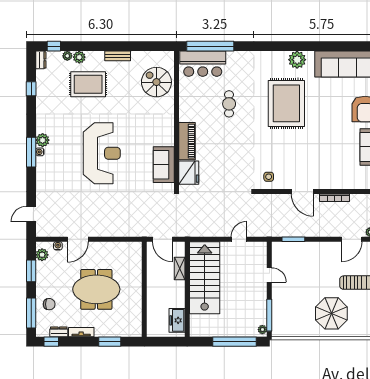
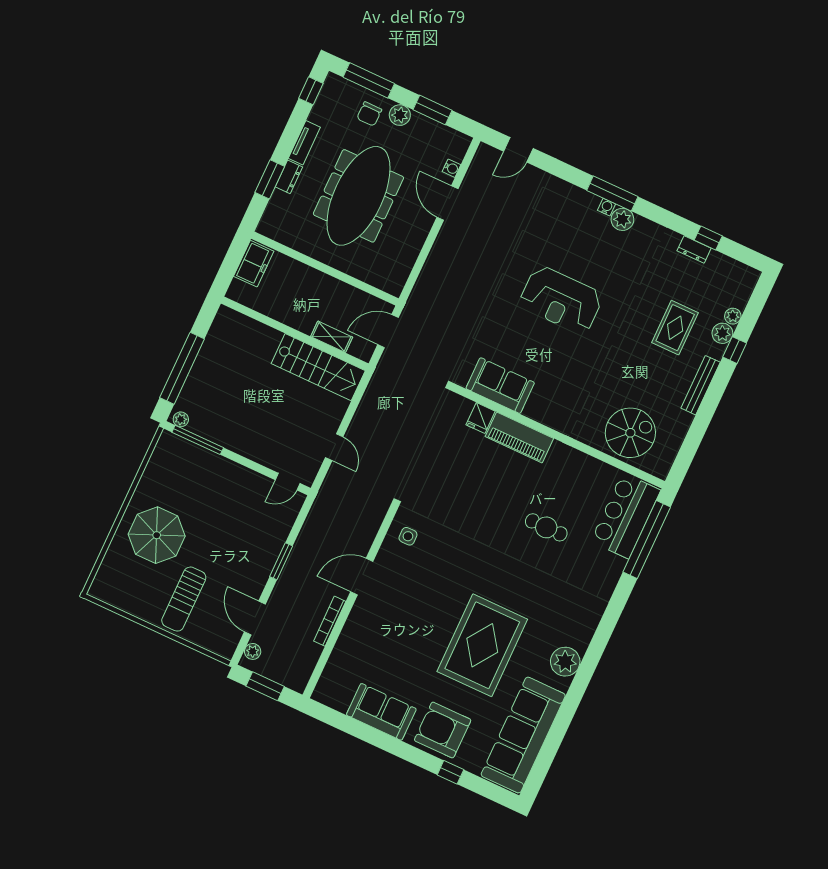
window: (54, 46) -> (735, 350), moved
bench: (118, 56) -> (701, 385), width x1.36
dresser: (41, 60) -> (694, 249), moved
rug: (88, 84) -> (675, 328), width x0.73, depth x0.70
rug: (286, 103) -> (482, 645), moved, turned 90
reception desk: (102, 153) -> (561, 300), width x0.74, depth x0.77
fridge: (189, 173) -> (481, 418), width x0.53, depth x0.75
door: (31, 214) -> (518, 150), swing flipped
window: (293, 239) -> (281, 561), moved
plant: (42, 255) -> (400, 115), moved
door: (269, 275) -> (288, 482), moved
stairs: (205, 278) -> (318, 367), width x0.73, depth x0.66
meeting table: (96, 289) -> (358, 196), width x1.36
freezer: (177, 320) -> (254, 264), moved, turned 90
dresser: (59, 332) -> (289, 177), moved

